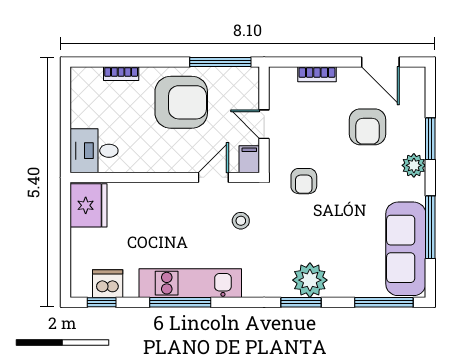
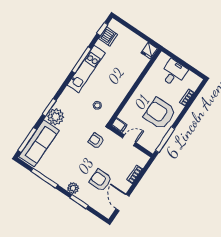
door: (380, 62) -> (123, 202), hinge flipped
armchair: (181, 102) -> (160, 113), turned 90
desk: (94, 151) -> (174, 73), moved
door: (213, 177) -> (122, 106), removed
fridge: (89, 205) -> (149, 51), width x0.53, depth x0.75
sofa: (406, 249) -> (39, 143), moved, turned 90

